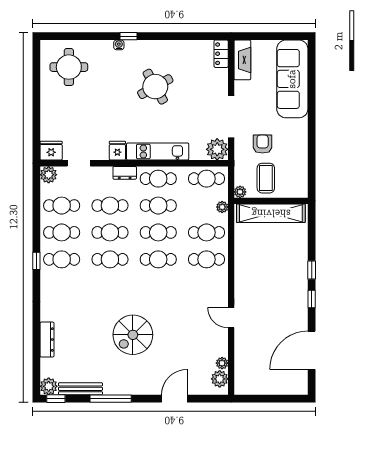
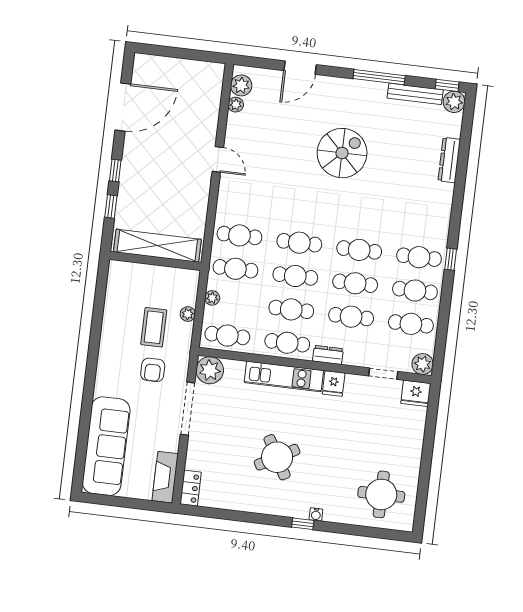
wall: (271, 201) -> (155, 261), moved
shelving: (271, 213) -> (157, 246), moved

